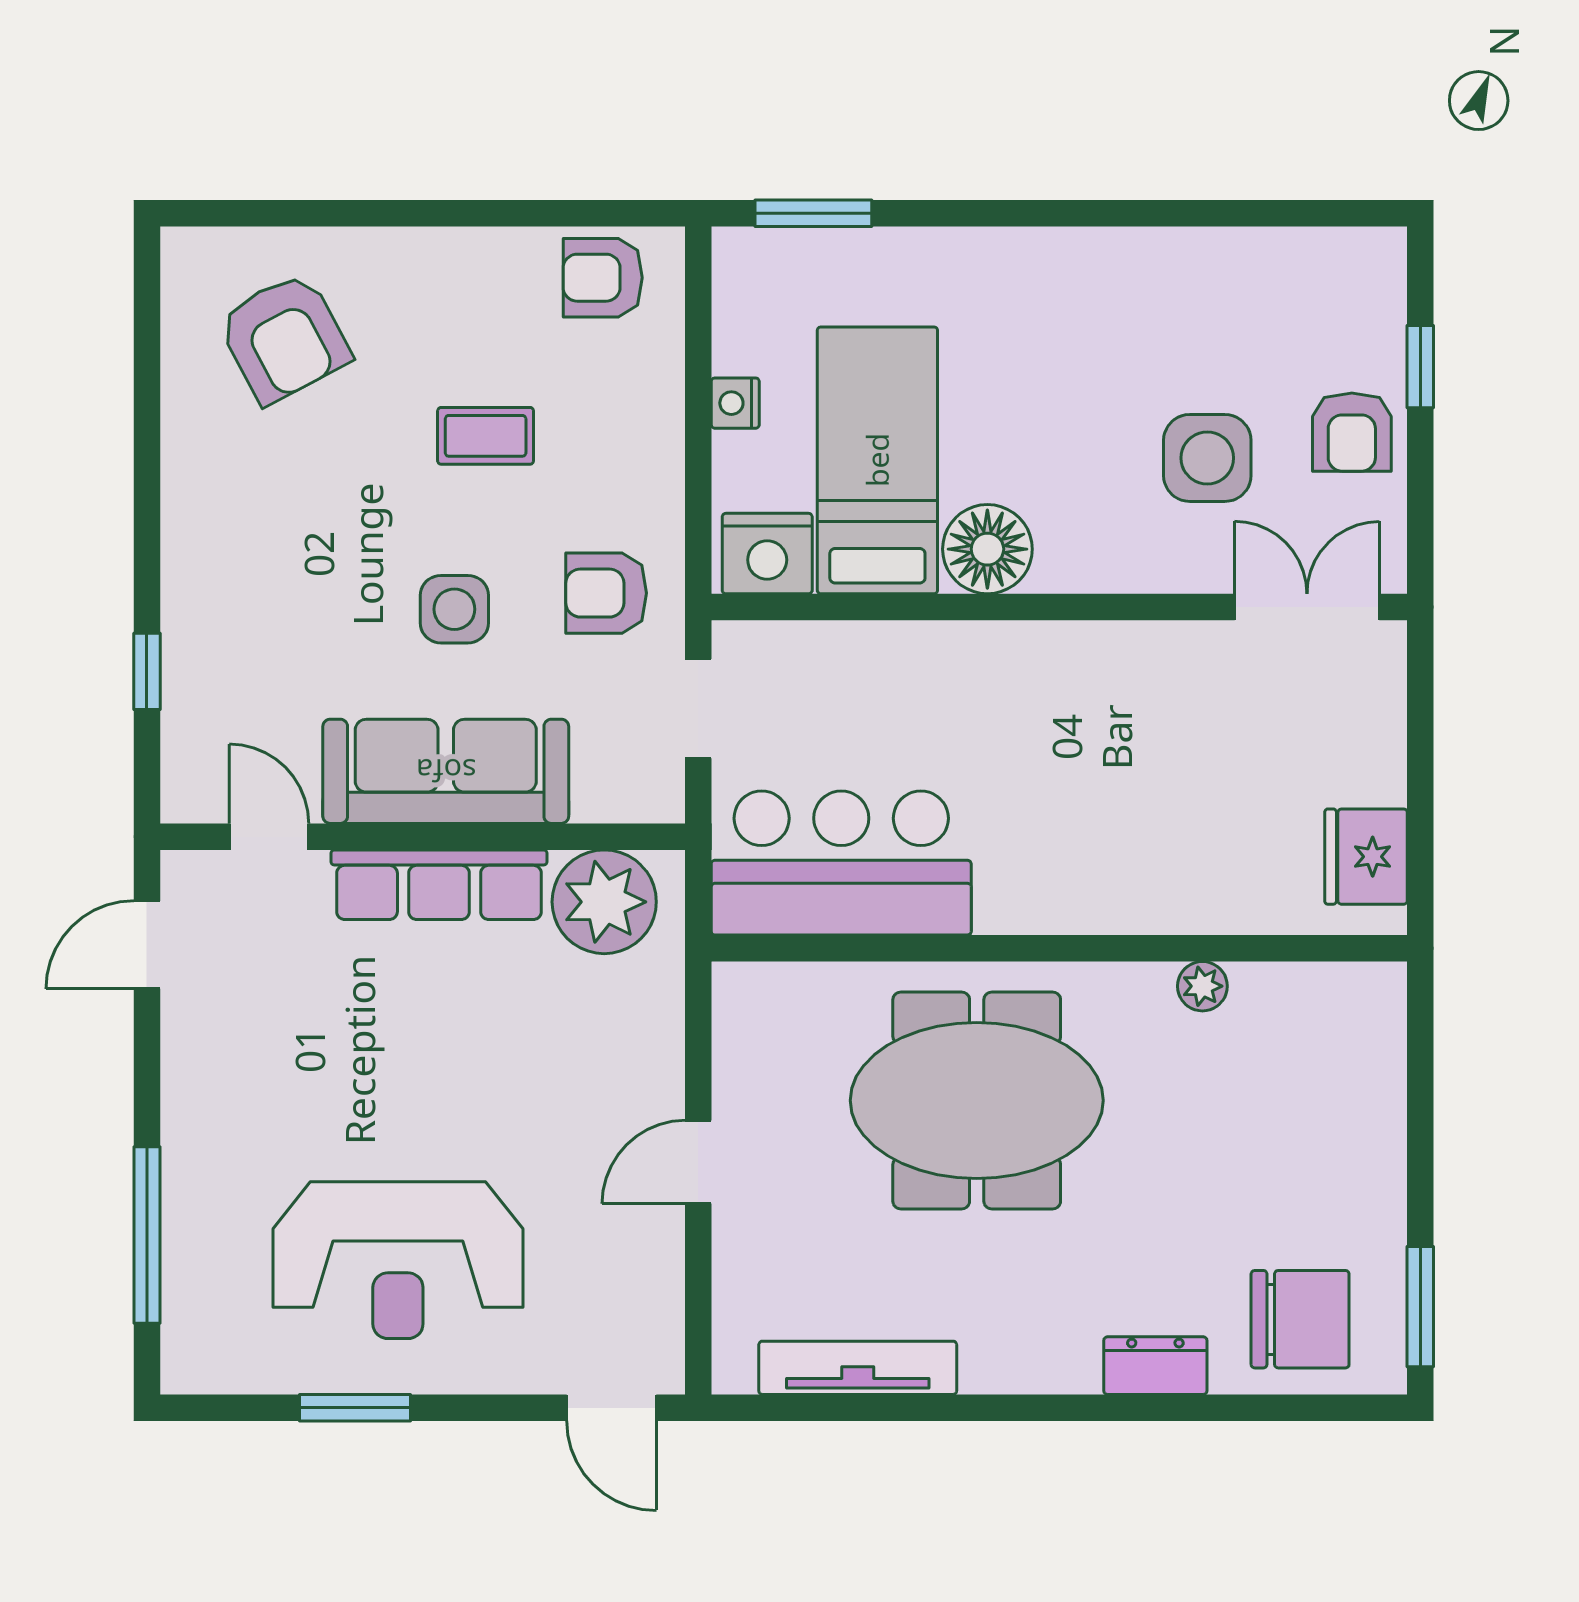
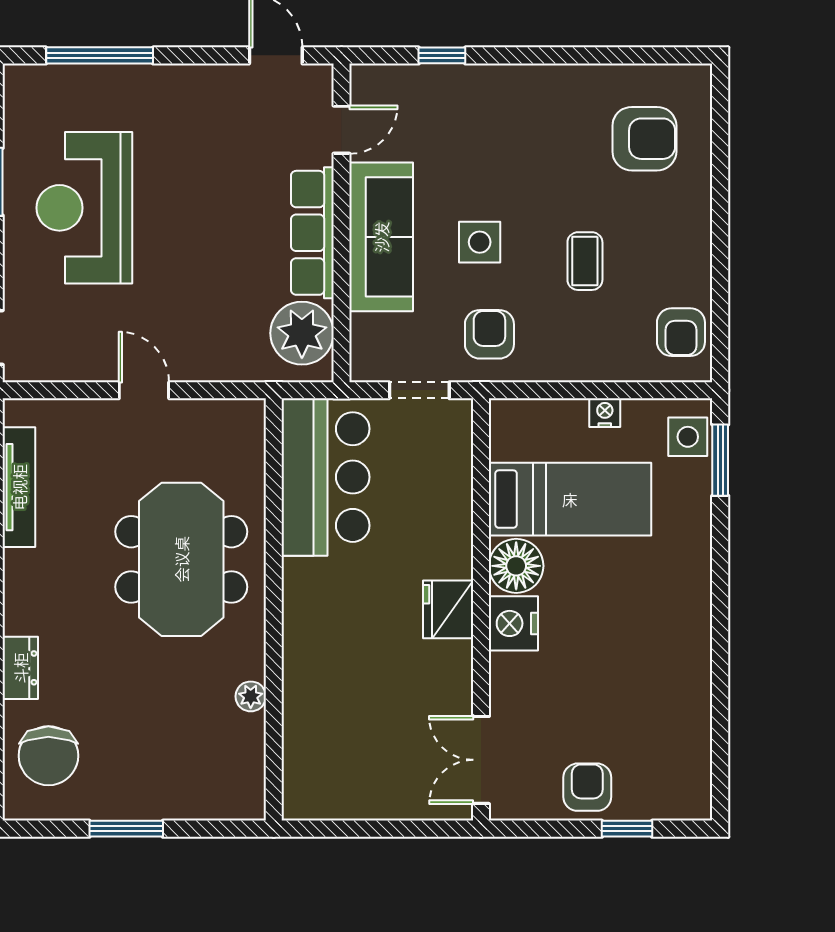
armchair: (603, 278) -> (681, 332), turned 180
armchair: (284, 338) -> (644, 139), turned -152
armchair: (1352, 432) -> (587, 787), turned 90
side table: (1207, 458) -> (688, 437), moved, width x0.73, depth x0.73
nightstand: (767, 554) -> (513, 623), moved
double door: (1307, 607) -> (481, 760), swing flipped
fridge: (1366, 857) -> (448, 609), moved, turned -90
window: (1420, 1307) -> (126, 829), moved

